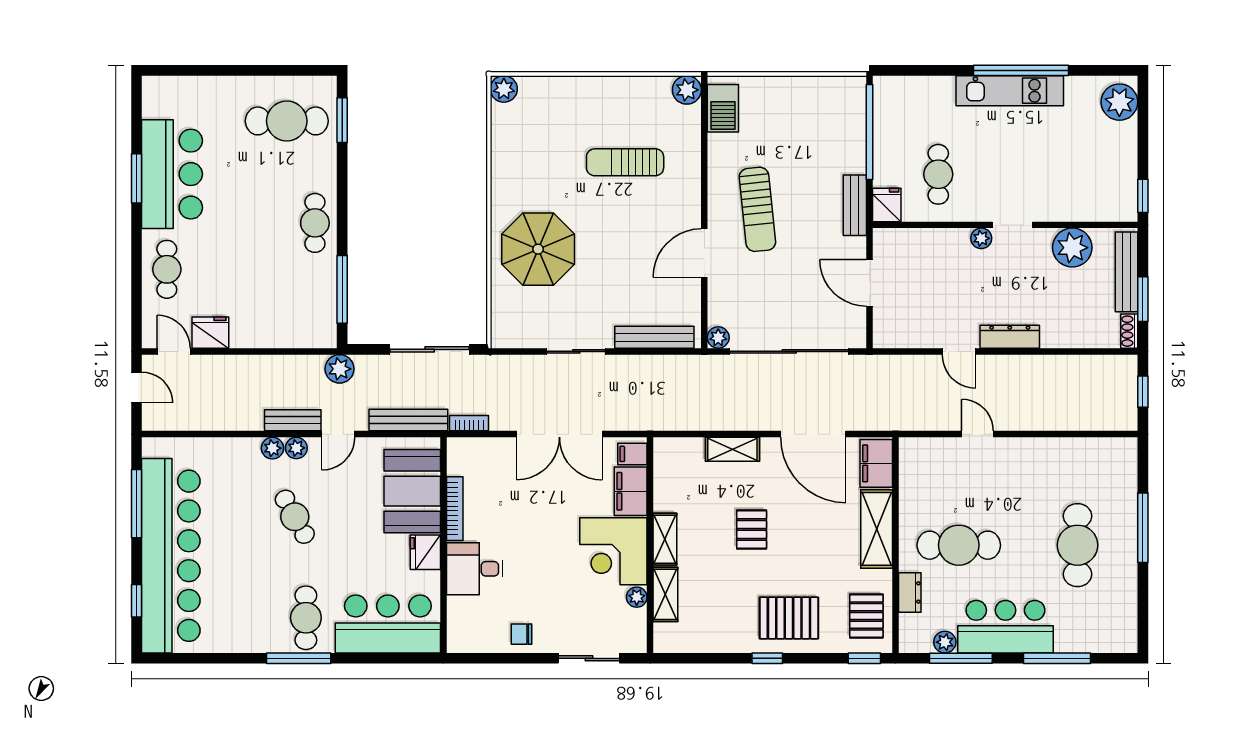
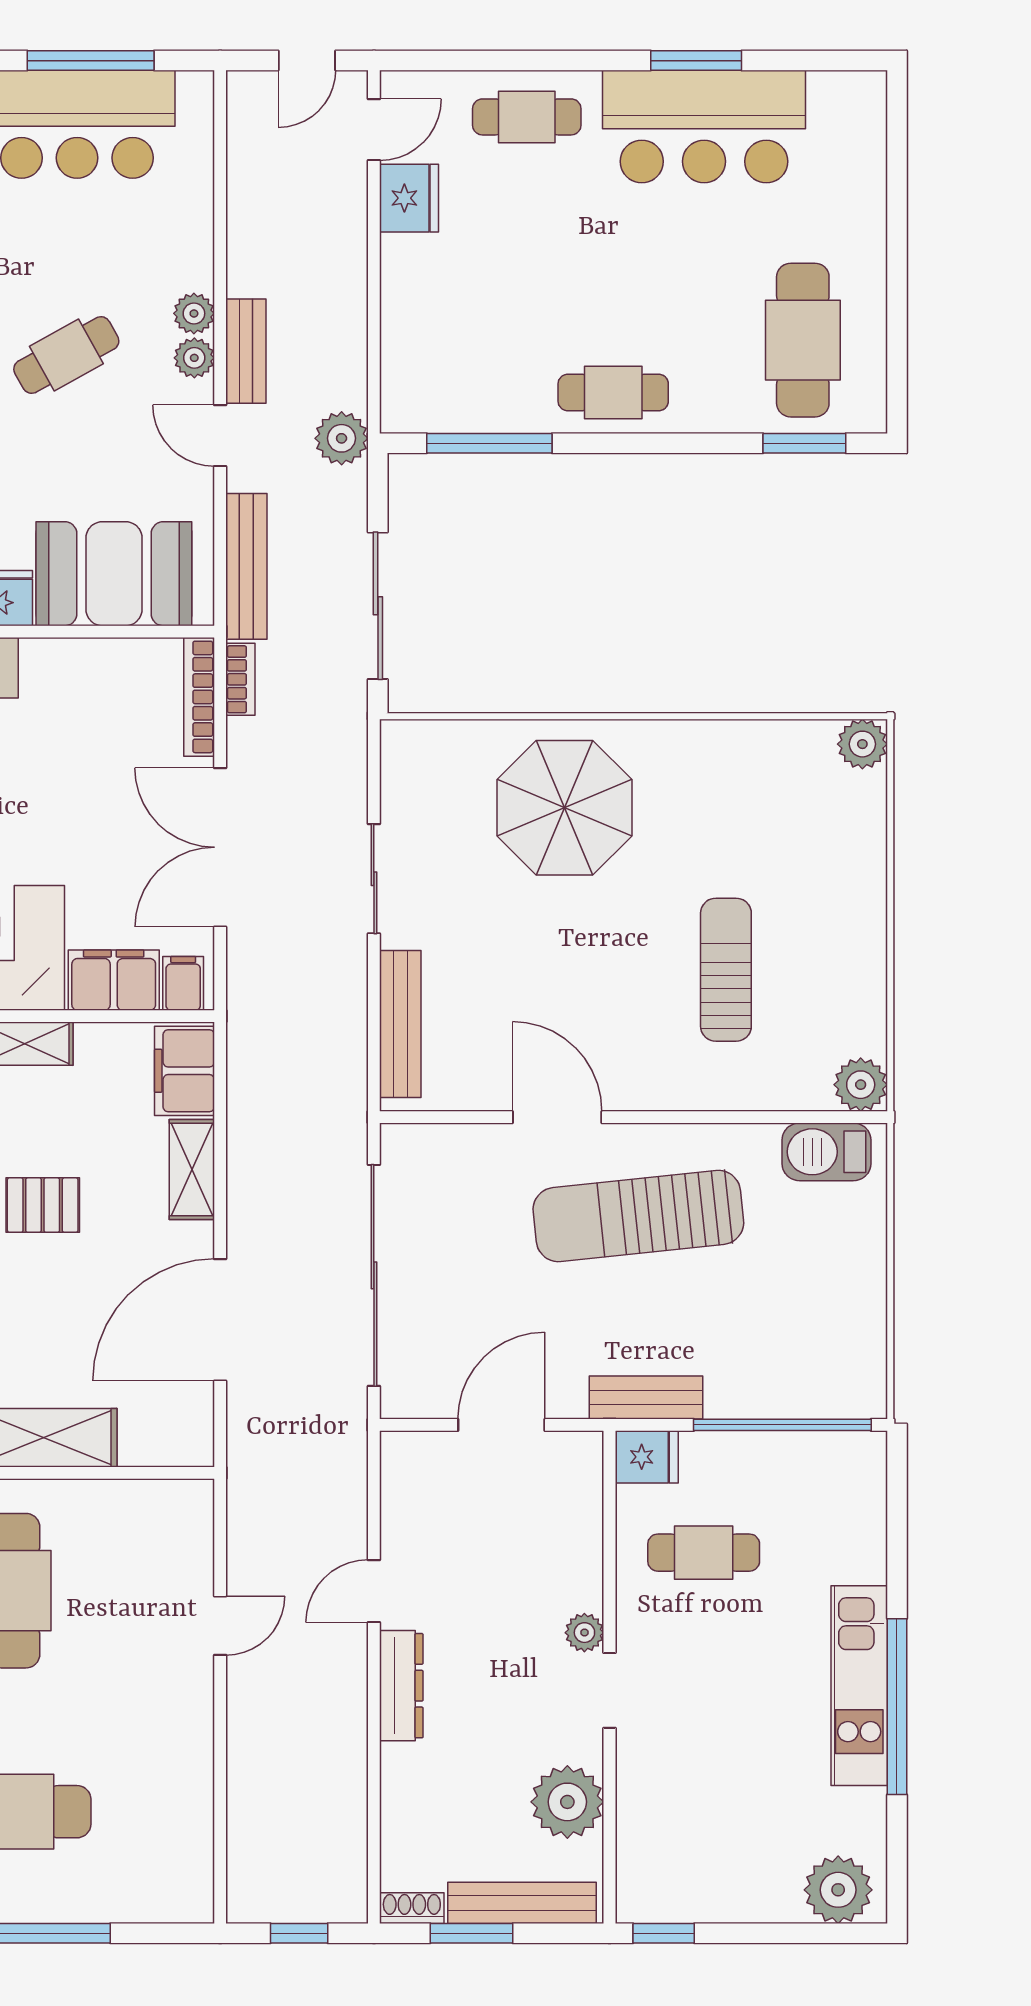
sun lounger: (757, 209) -> (638, 1216), width x1.36, depth x1.34
plant: (718, 337) -> (400, 1143), removed
filing cabinet: (876, 463) -> (185, 1071), moved, turned -90
bookcase: (455, 509) -> (199, 697), moved, turned 90

